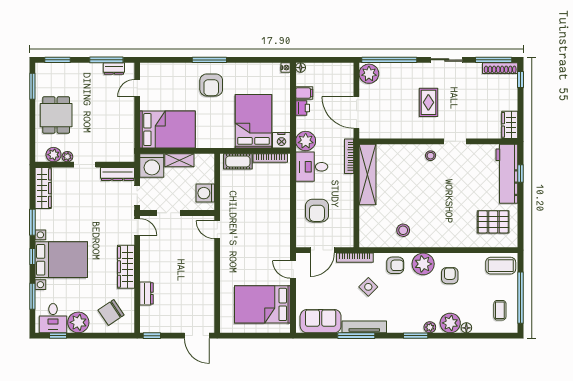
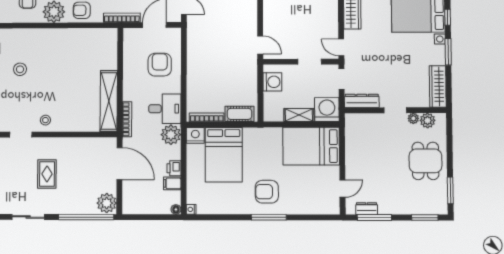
armchair: (211, 85) -> (267, 192), turned -90
stool: (403, 230) -> (20, 69), moved

